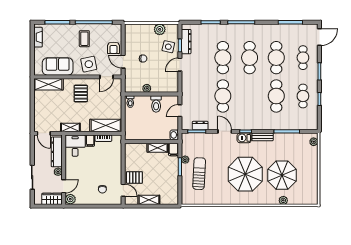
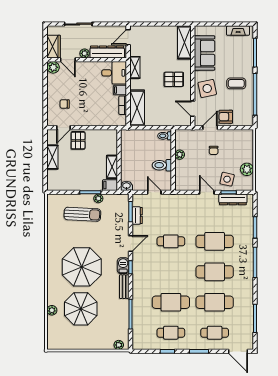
cafe table: (223, 96) -> (171, 241), width x0.73, depth x0.74

